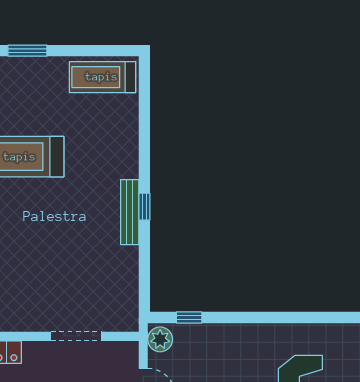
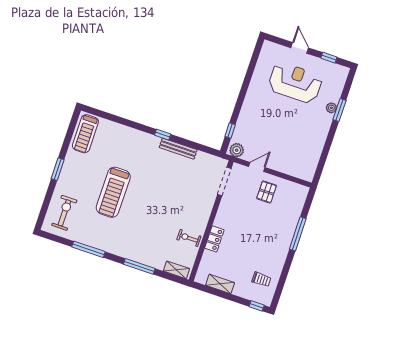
bench: (130, 212) -> (178, 149), moved
doorway: (76, 336) -> (224, 181), moved

